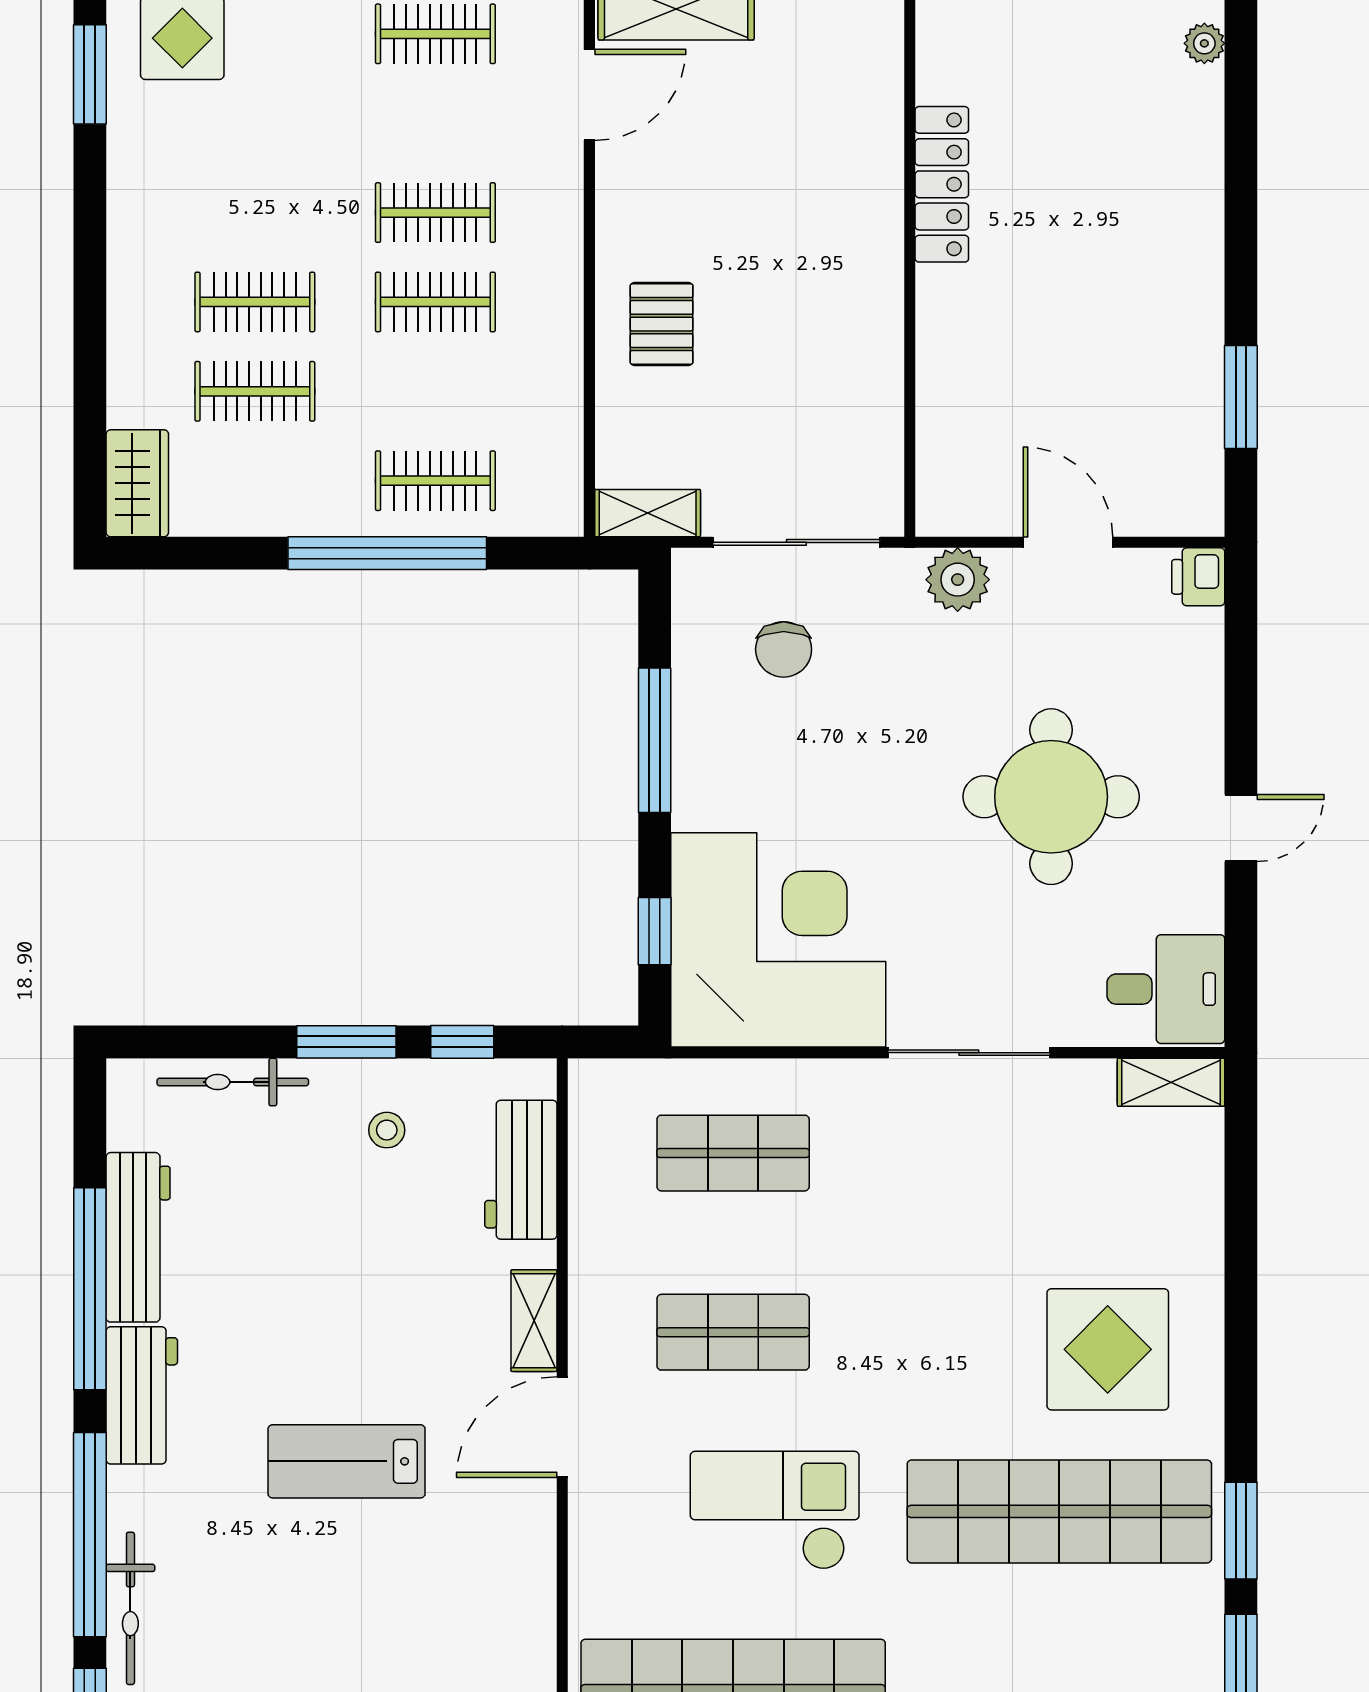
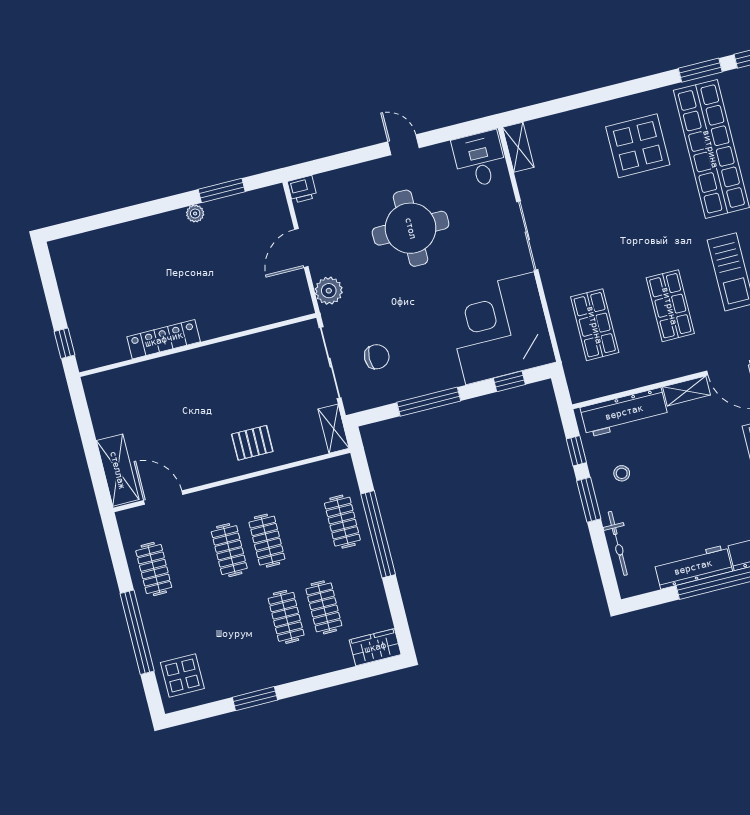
plant: (1204, 43) -> (195, 214), moved
window: (90, 74) -> (255, 699), moved
workbench: (521, 1170) -> (624, 412), width x1.38

